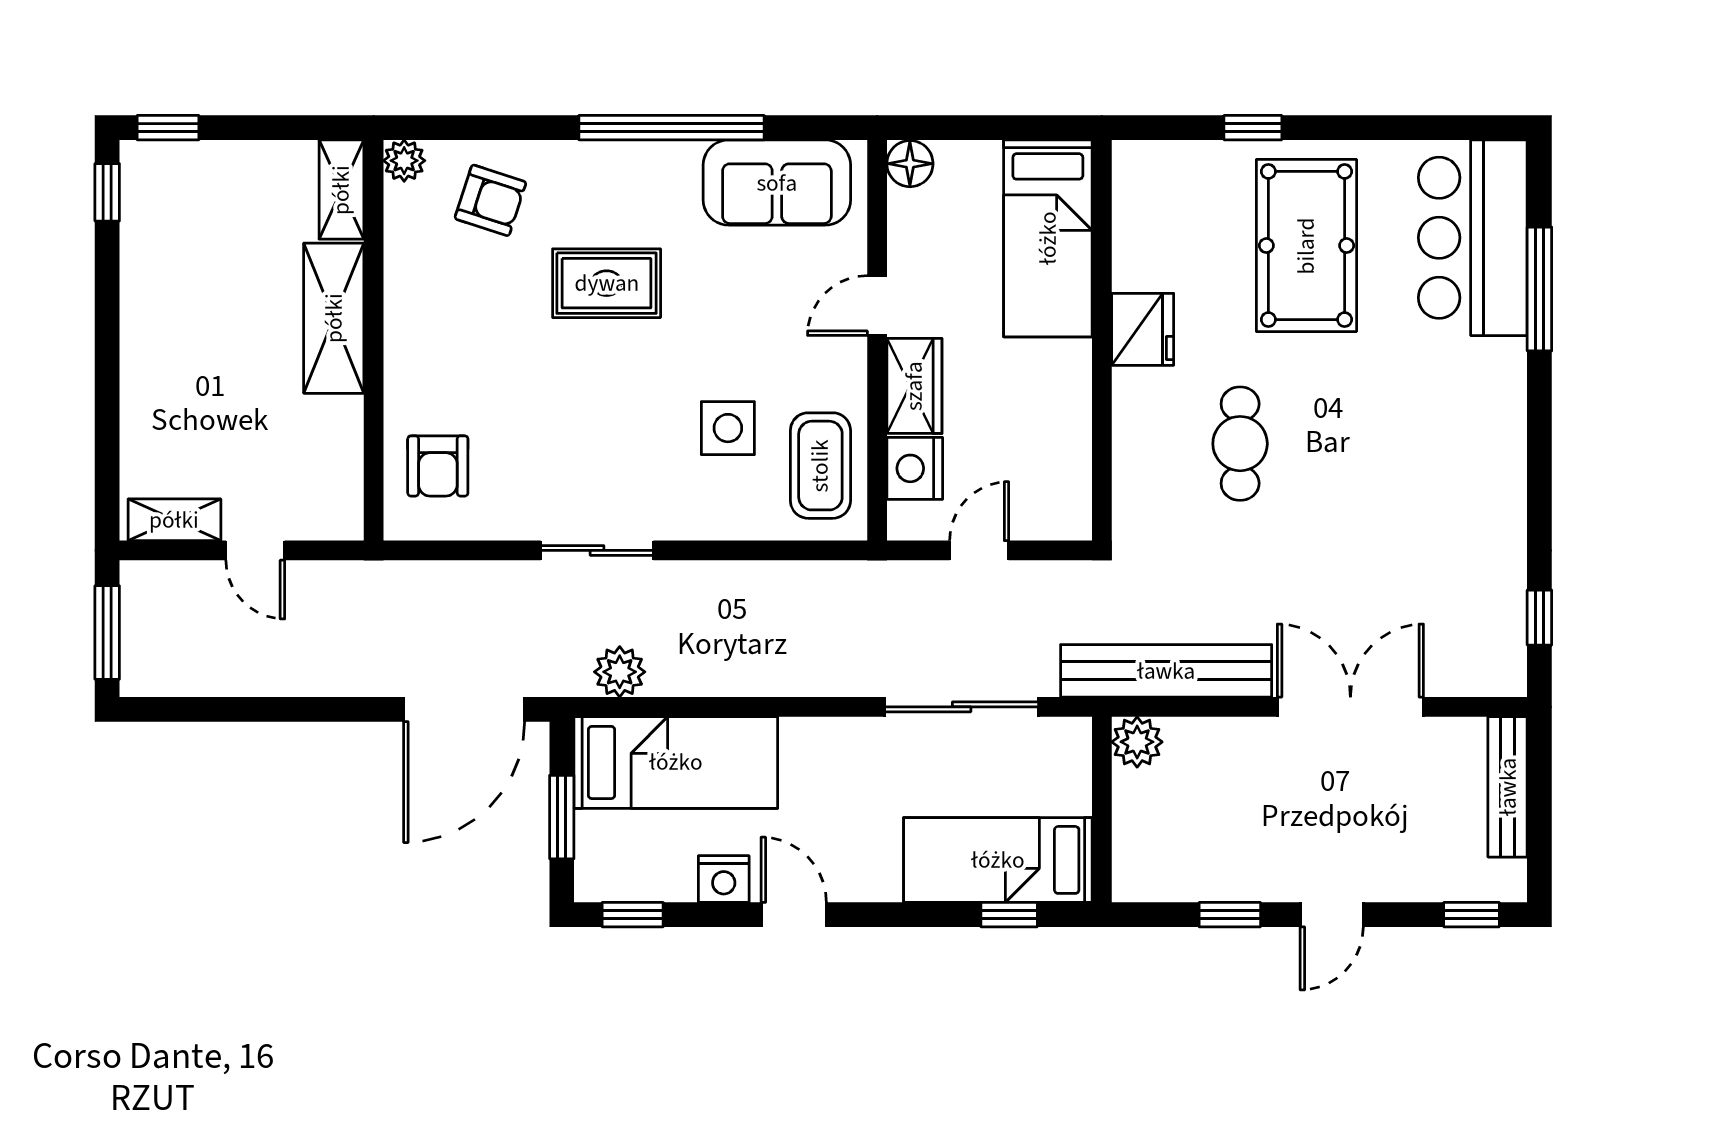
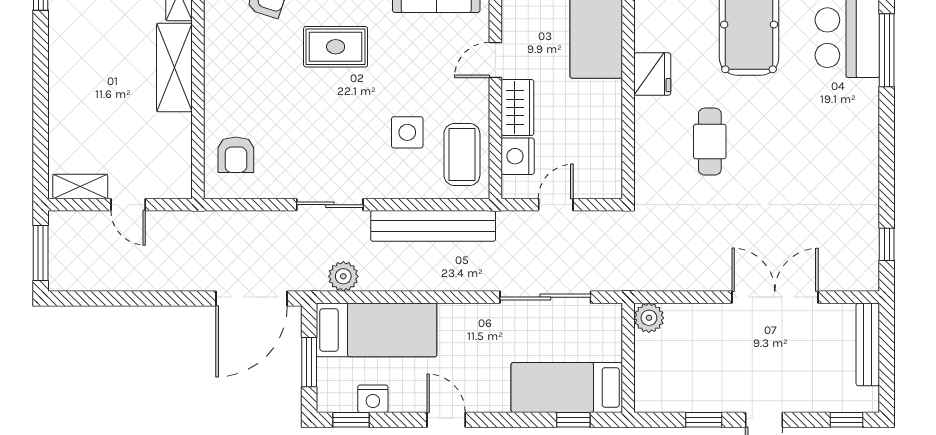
bench: (1166, 671) -> (433, 226), moved
nightstand: (724, 879) -> (373, 399), moved

